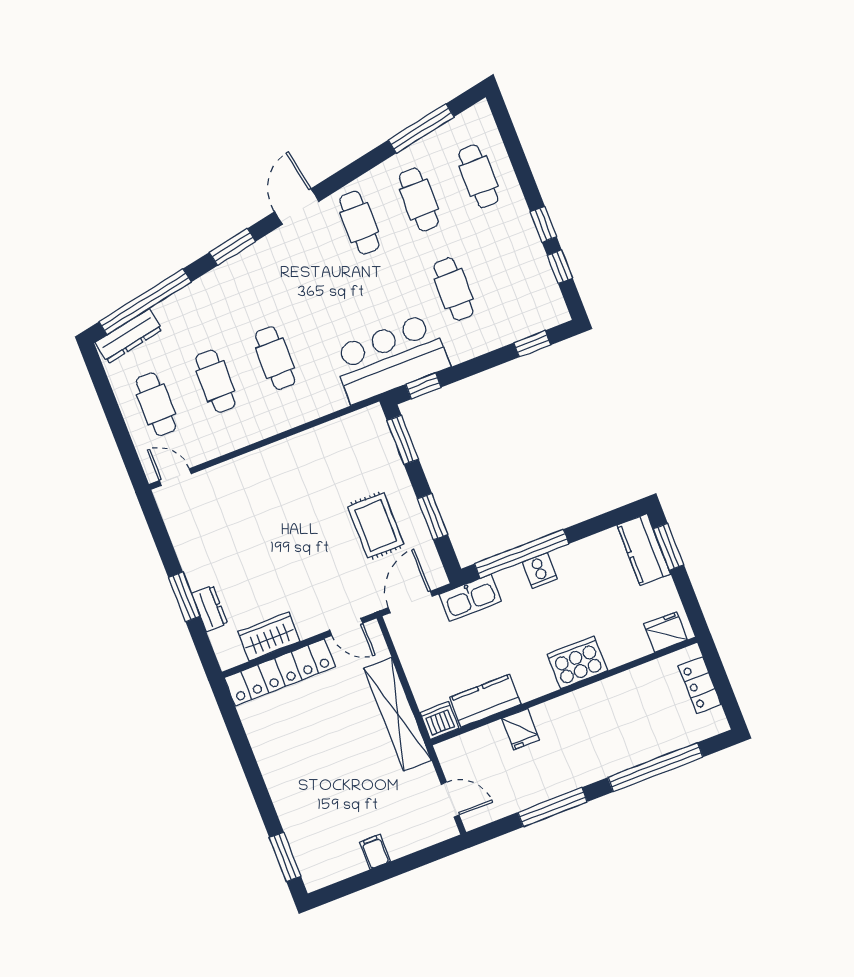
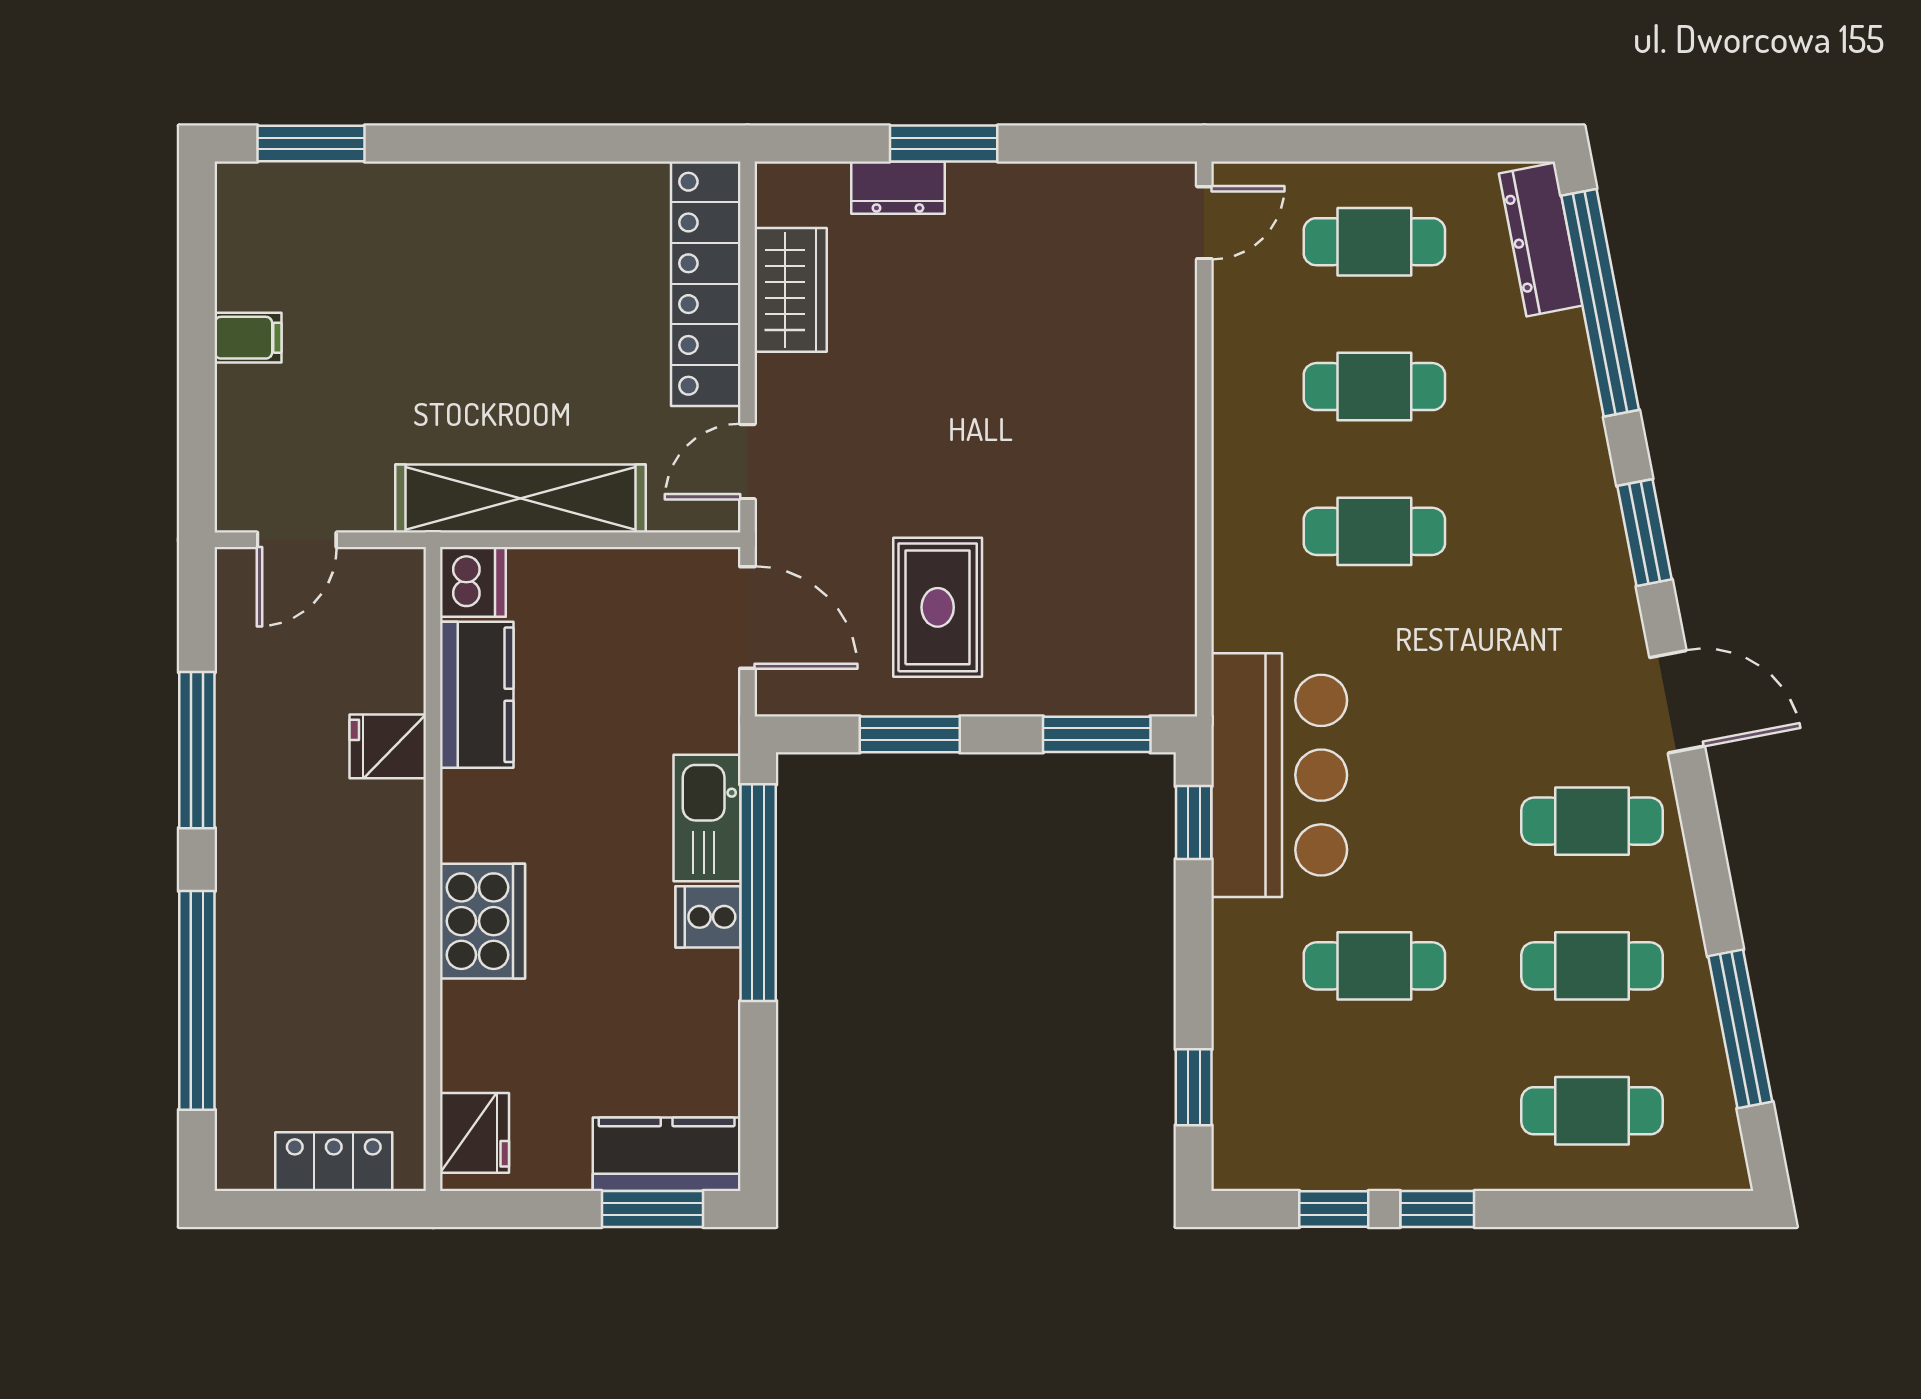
rug: (376, 525) -> (938, 607), turned 90
kitchen sink: (470, 598) -> (707, 818), moved

